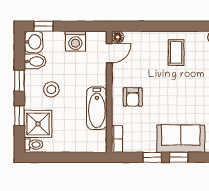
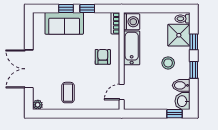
floor lamp: (118, 37) -> (115, 105), removed
washing machine: (75, 41) -> (132, 22), moved, turned 90

